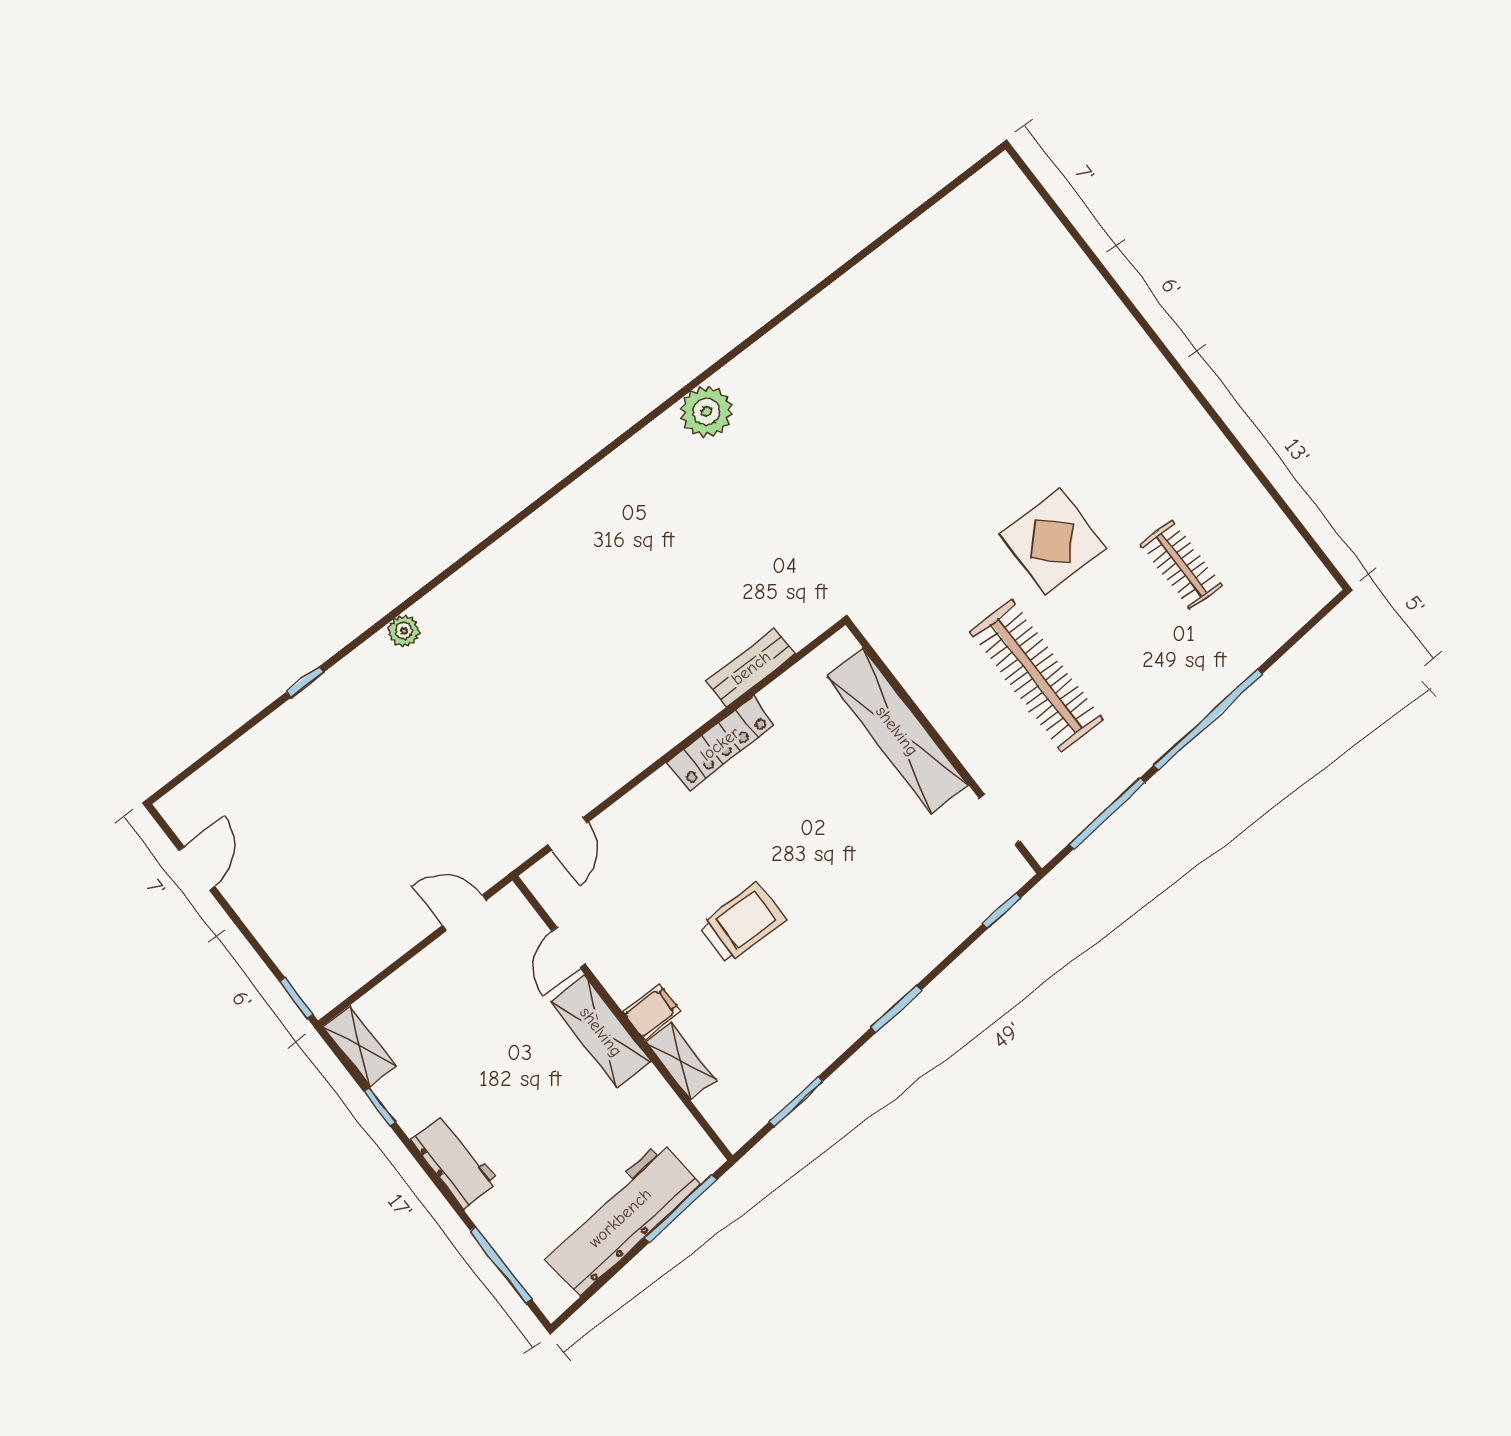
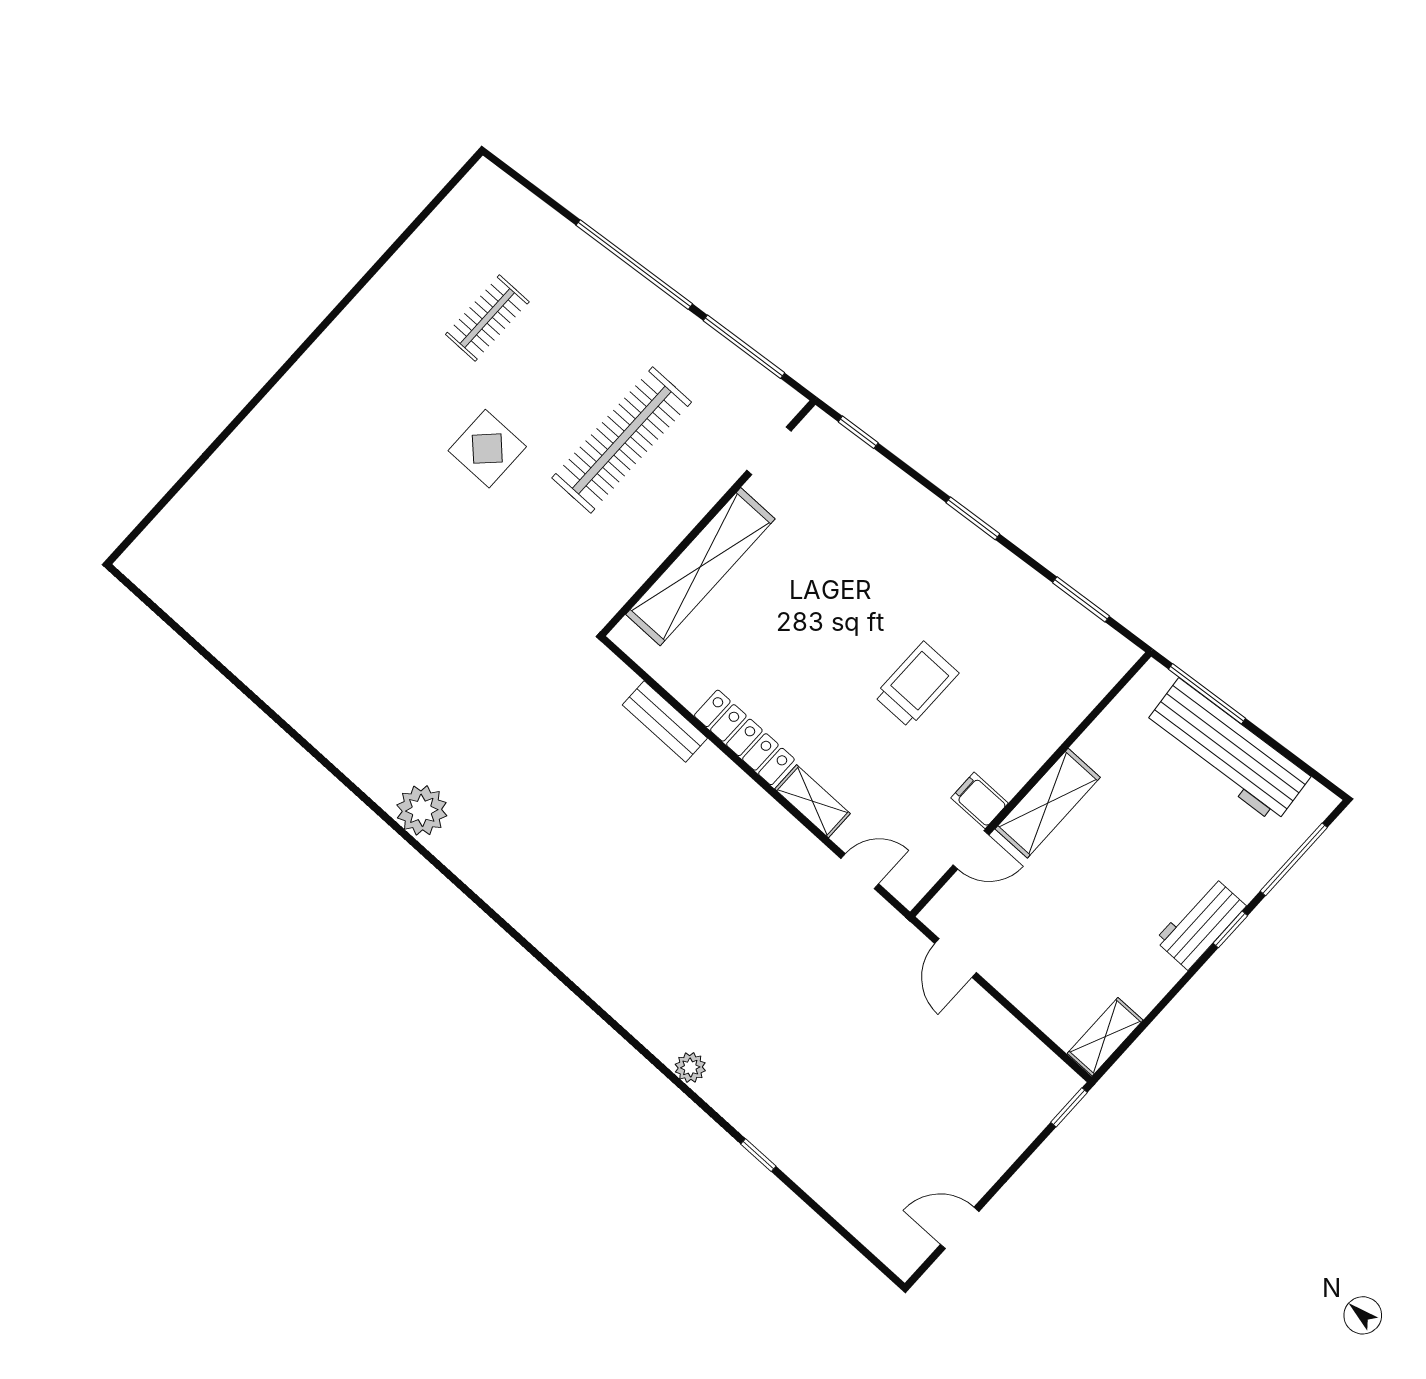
display table: (1052, 541) -> (487, 449), width x0.73, depth x0.73
trolley: (742, 923) -> (916, 685), turned 90
filing cabinet: (652, 1012) -> (980, 800), moved
shelving: (681, 1061) -> (813, 801), moved, turned 90
window: (380, 1107) -> (1230, 929), moved

